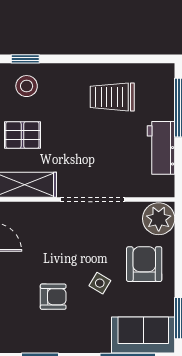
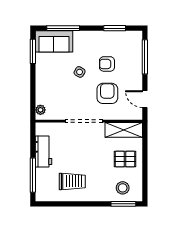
window: (25, 59) -> (123, 204), width x1.50
plant: (159, 219) -> (40, 110), width x0.53, depth x0.53
armchair: (144, 264) -> (107, 93), moved, turned 180

